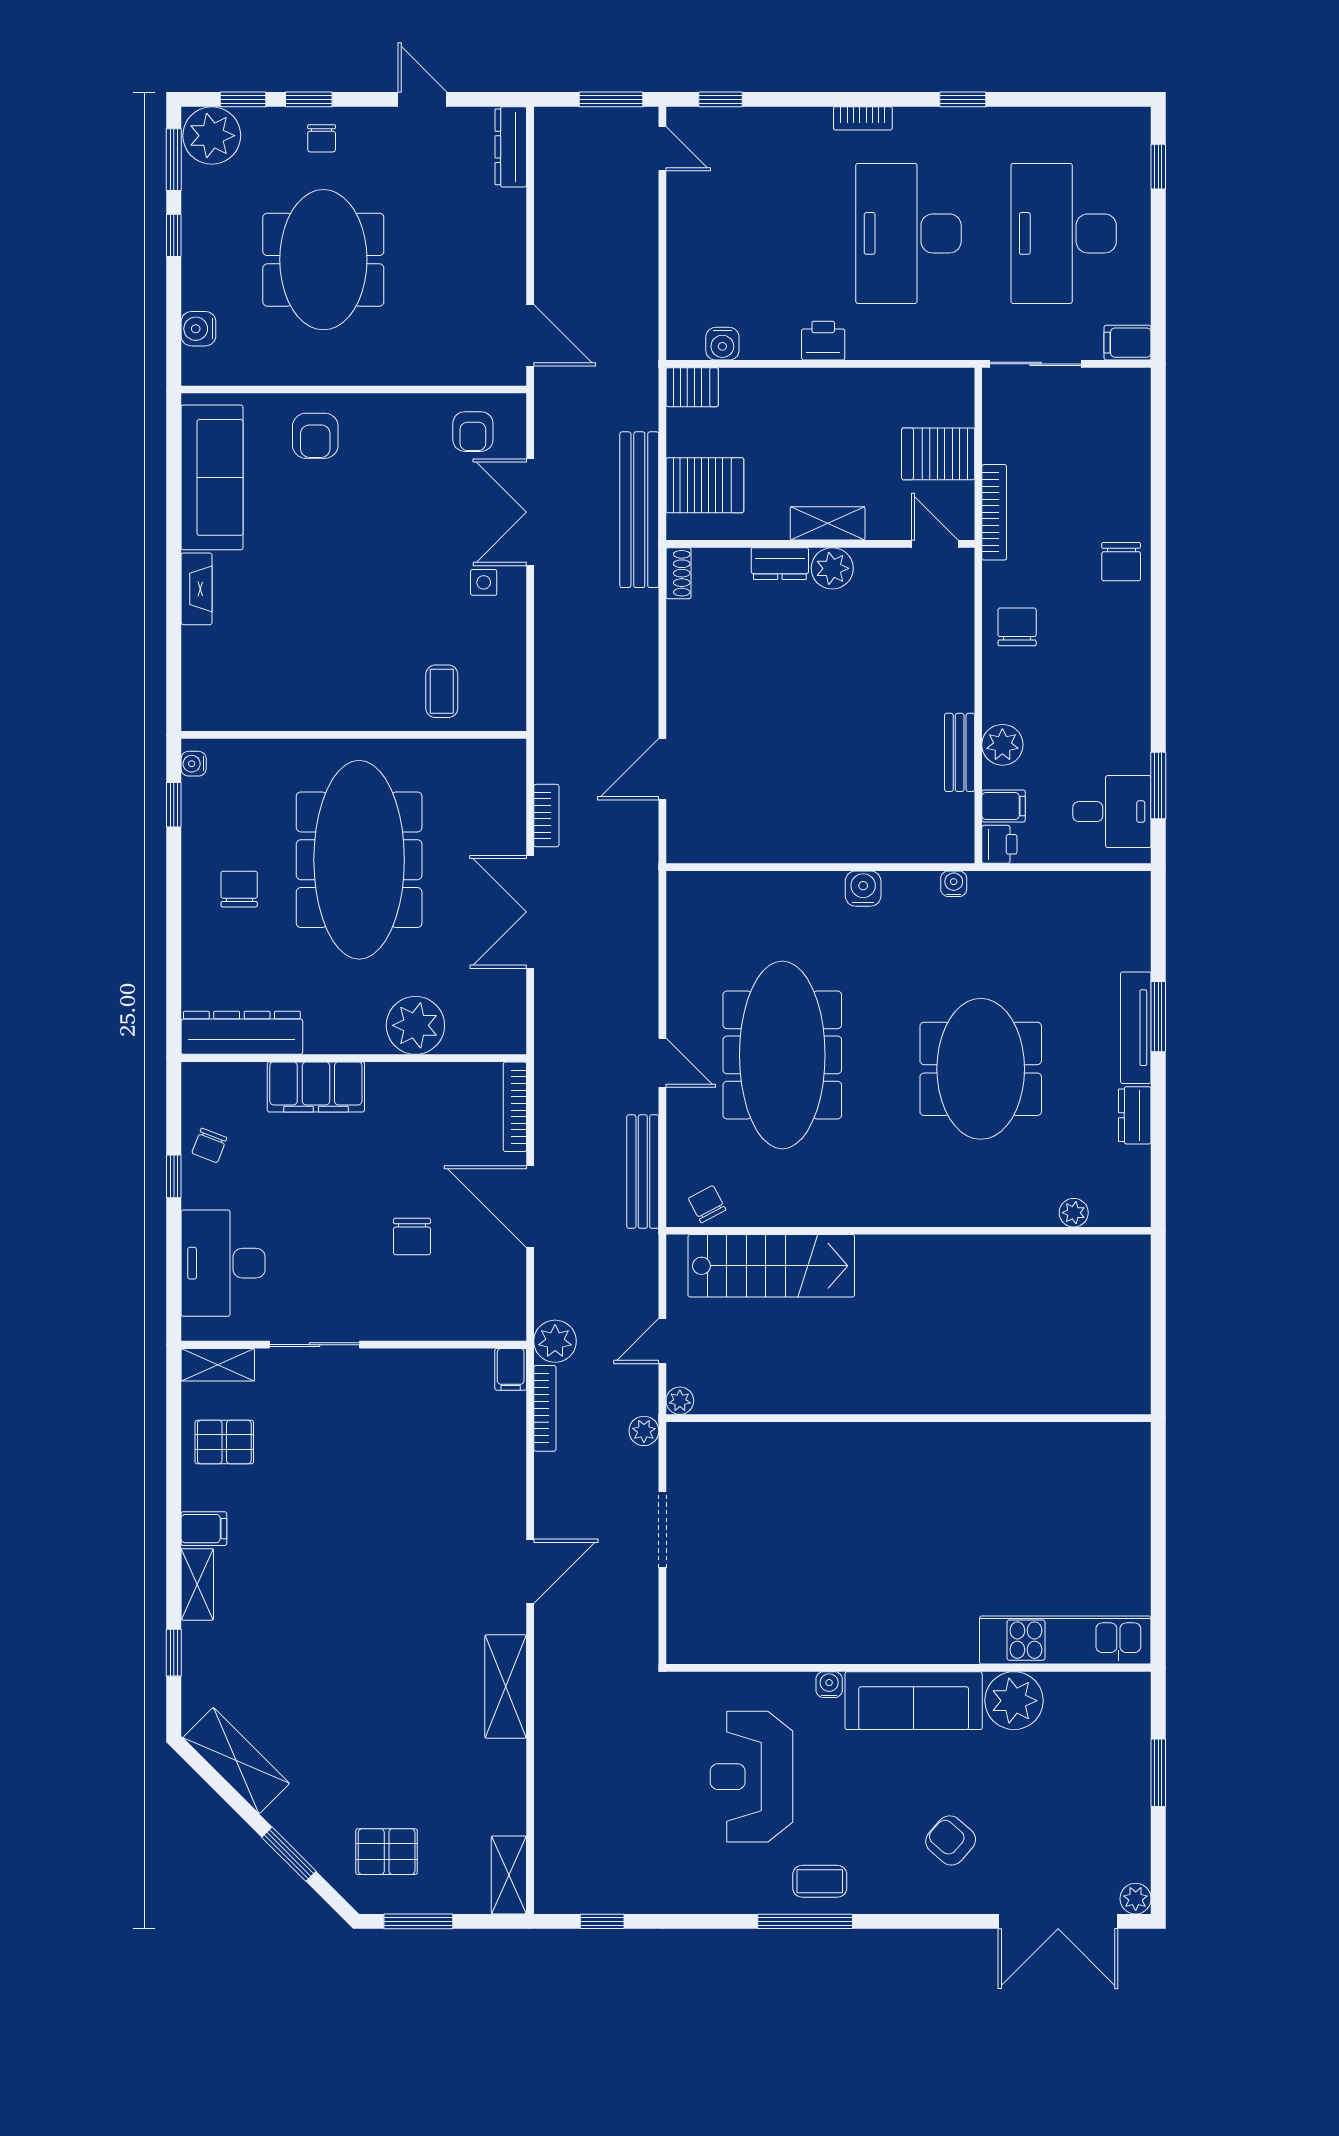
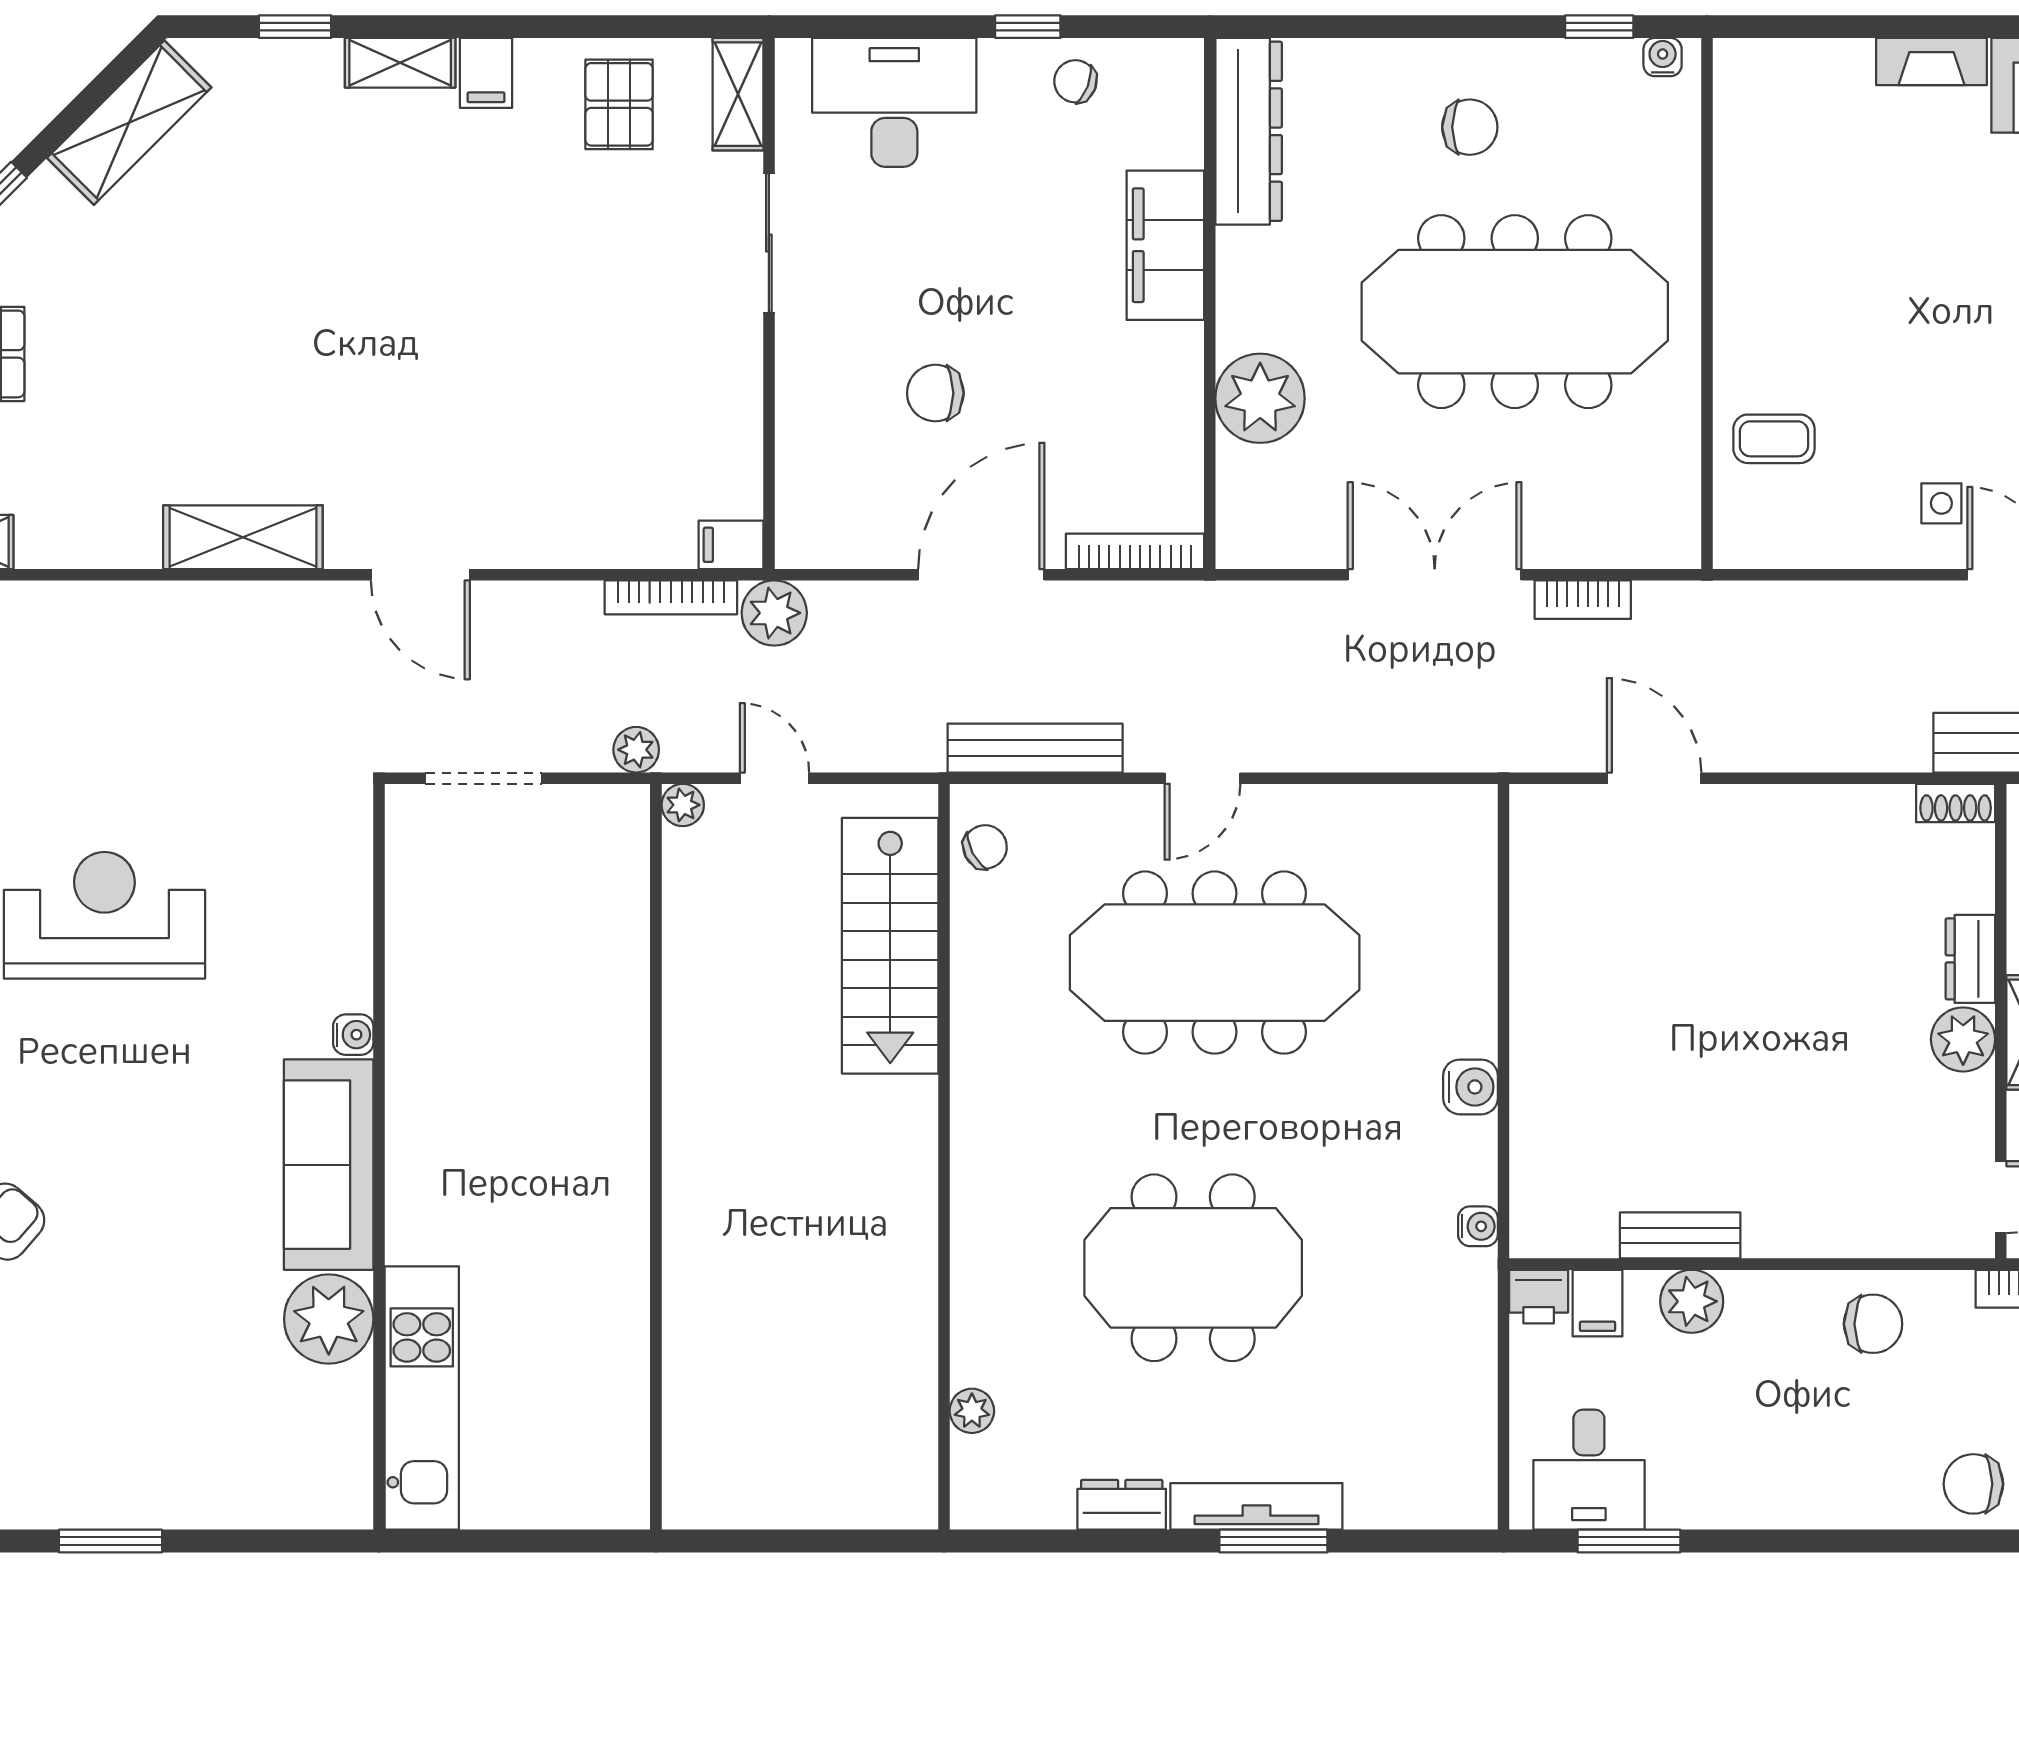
kitchen unit: (1065, 1640) -> (422, 1398), moved
wall: (908, 1668) -> (379, 1157), moved
water cooler: (829, 1685) -> (353, 1035), moved
sofa: (914, 1701) -> (329, 1165), moved
plant: (1014, 1701) -> (329, 1319), moved

